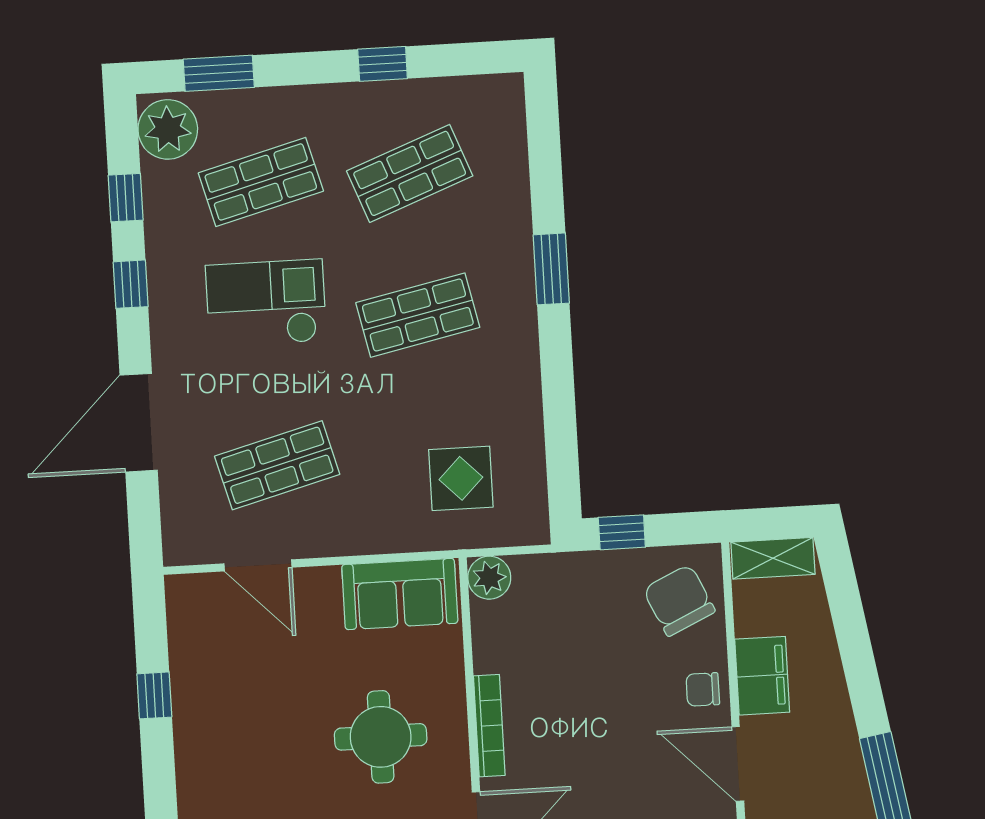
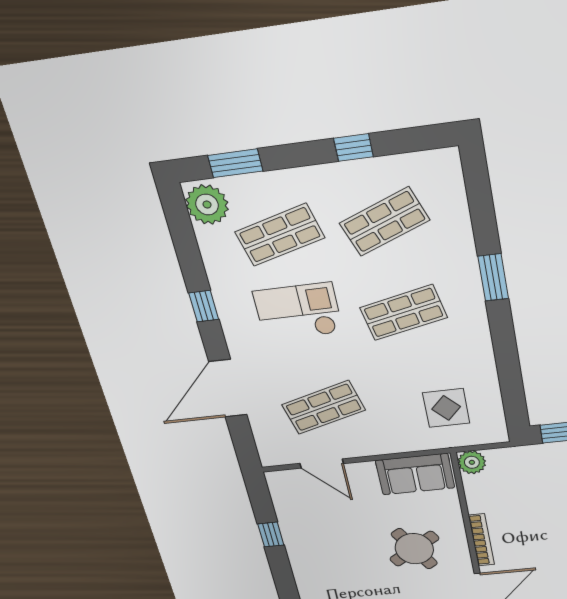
window: (126, 198) -> (188, 252), removed
round table: (381, 737) -> (414, 549), turned -32

